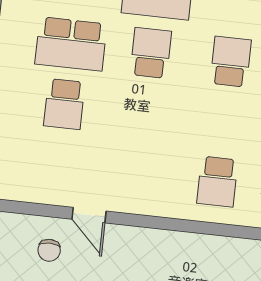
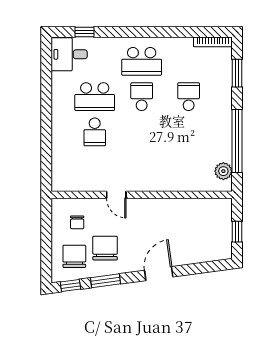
school desk: (217, 182) -> (189, 167), removed
chair: (49, 250) -> (77, 222), moved

